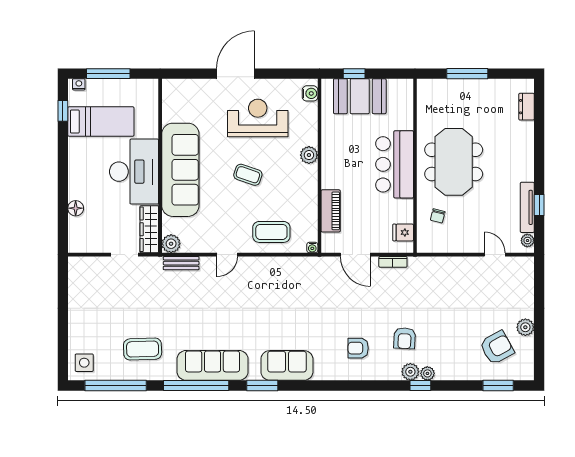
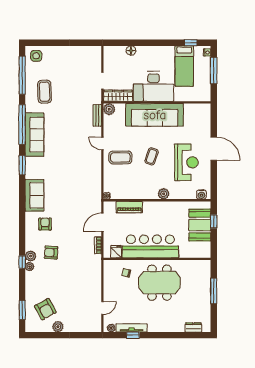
bar counter: (395, 164) -> (150, 246), width x1.36
coffee table: (271, 232) -> (120, 157), moved, turned 90
sofa: (287, 365) -> (34, 195), moved

